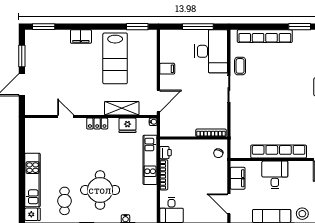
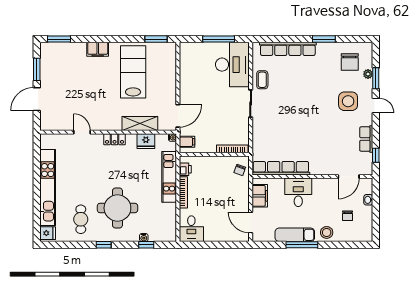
lab bench: (115, 58) -> (133, 72), turned 180
filing cabinet: (167, 69) -> (187, 142), moved
row of seats: (279, 152) -> (281, 168), moved
kitchen unit: (33, 180) -> (48, 188), width x1.36

